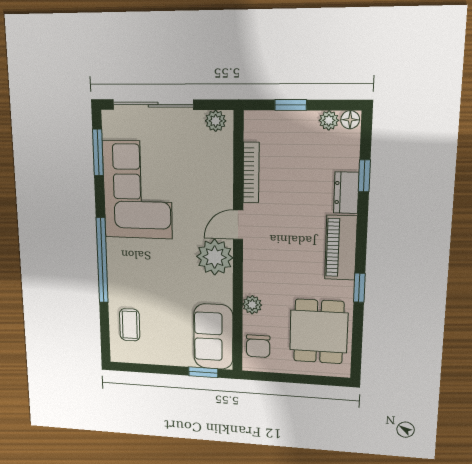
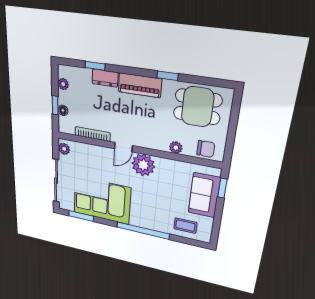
floor lamp: (350, 120) -> (63, 110), moved
door: (238, 225) -> (123, 147), hinge flipped
sofa: (213, 337) -> (204, 195), moved, turned 90

